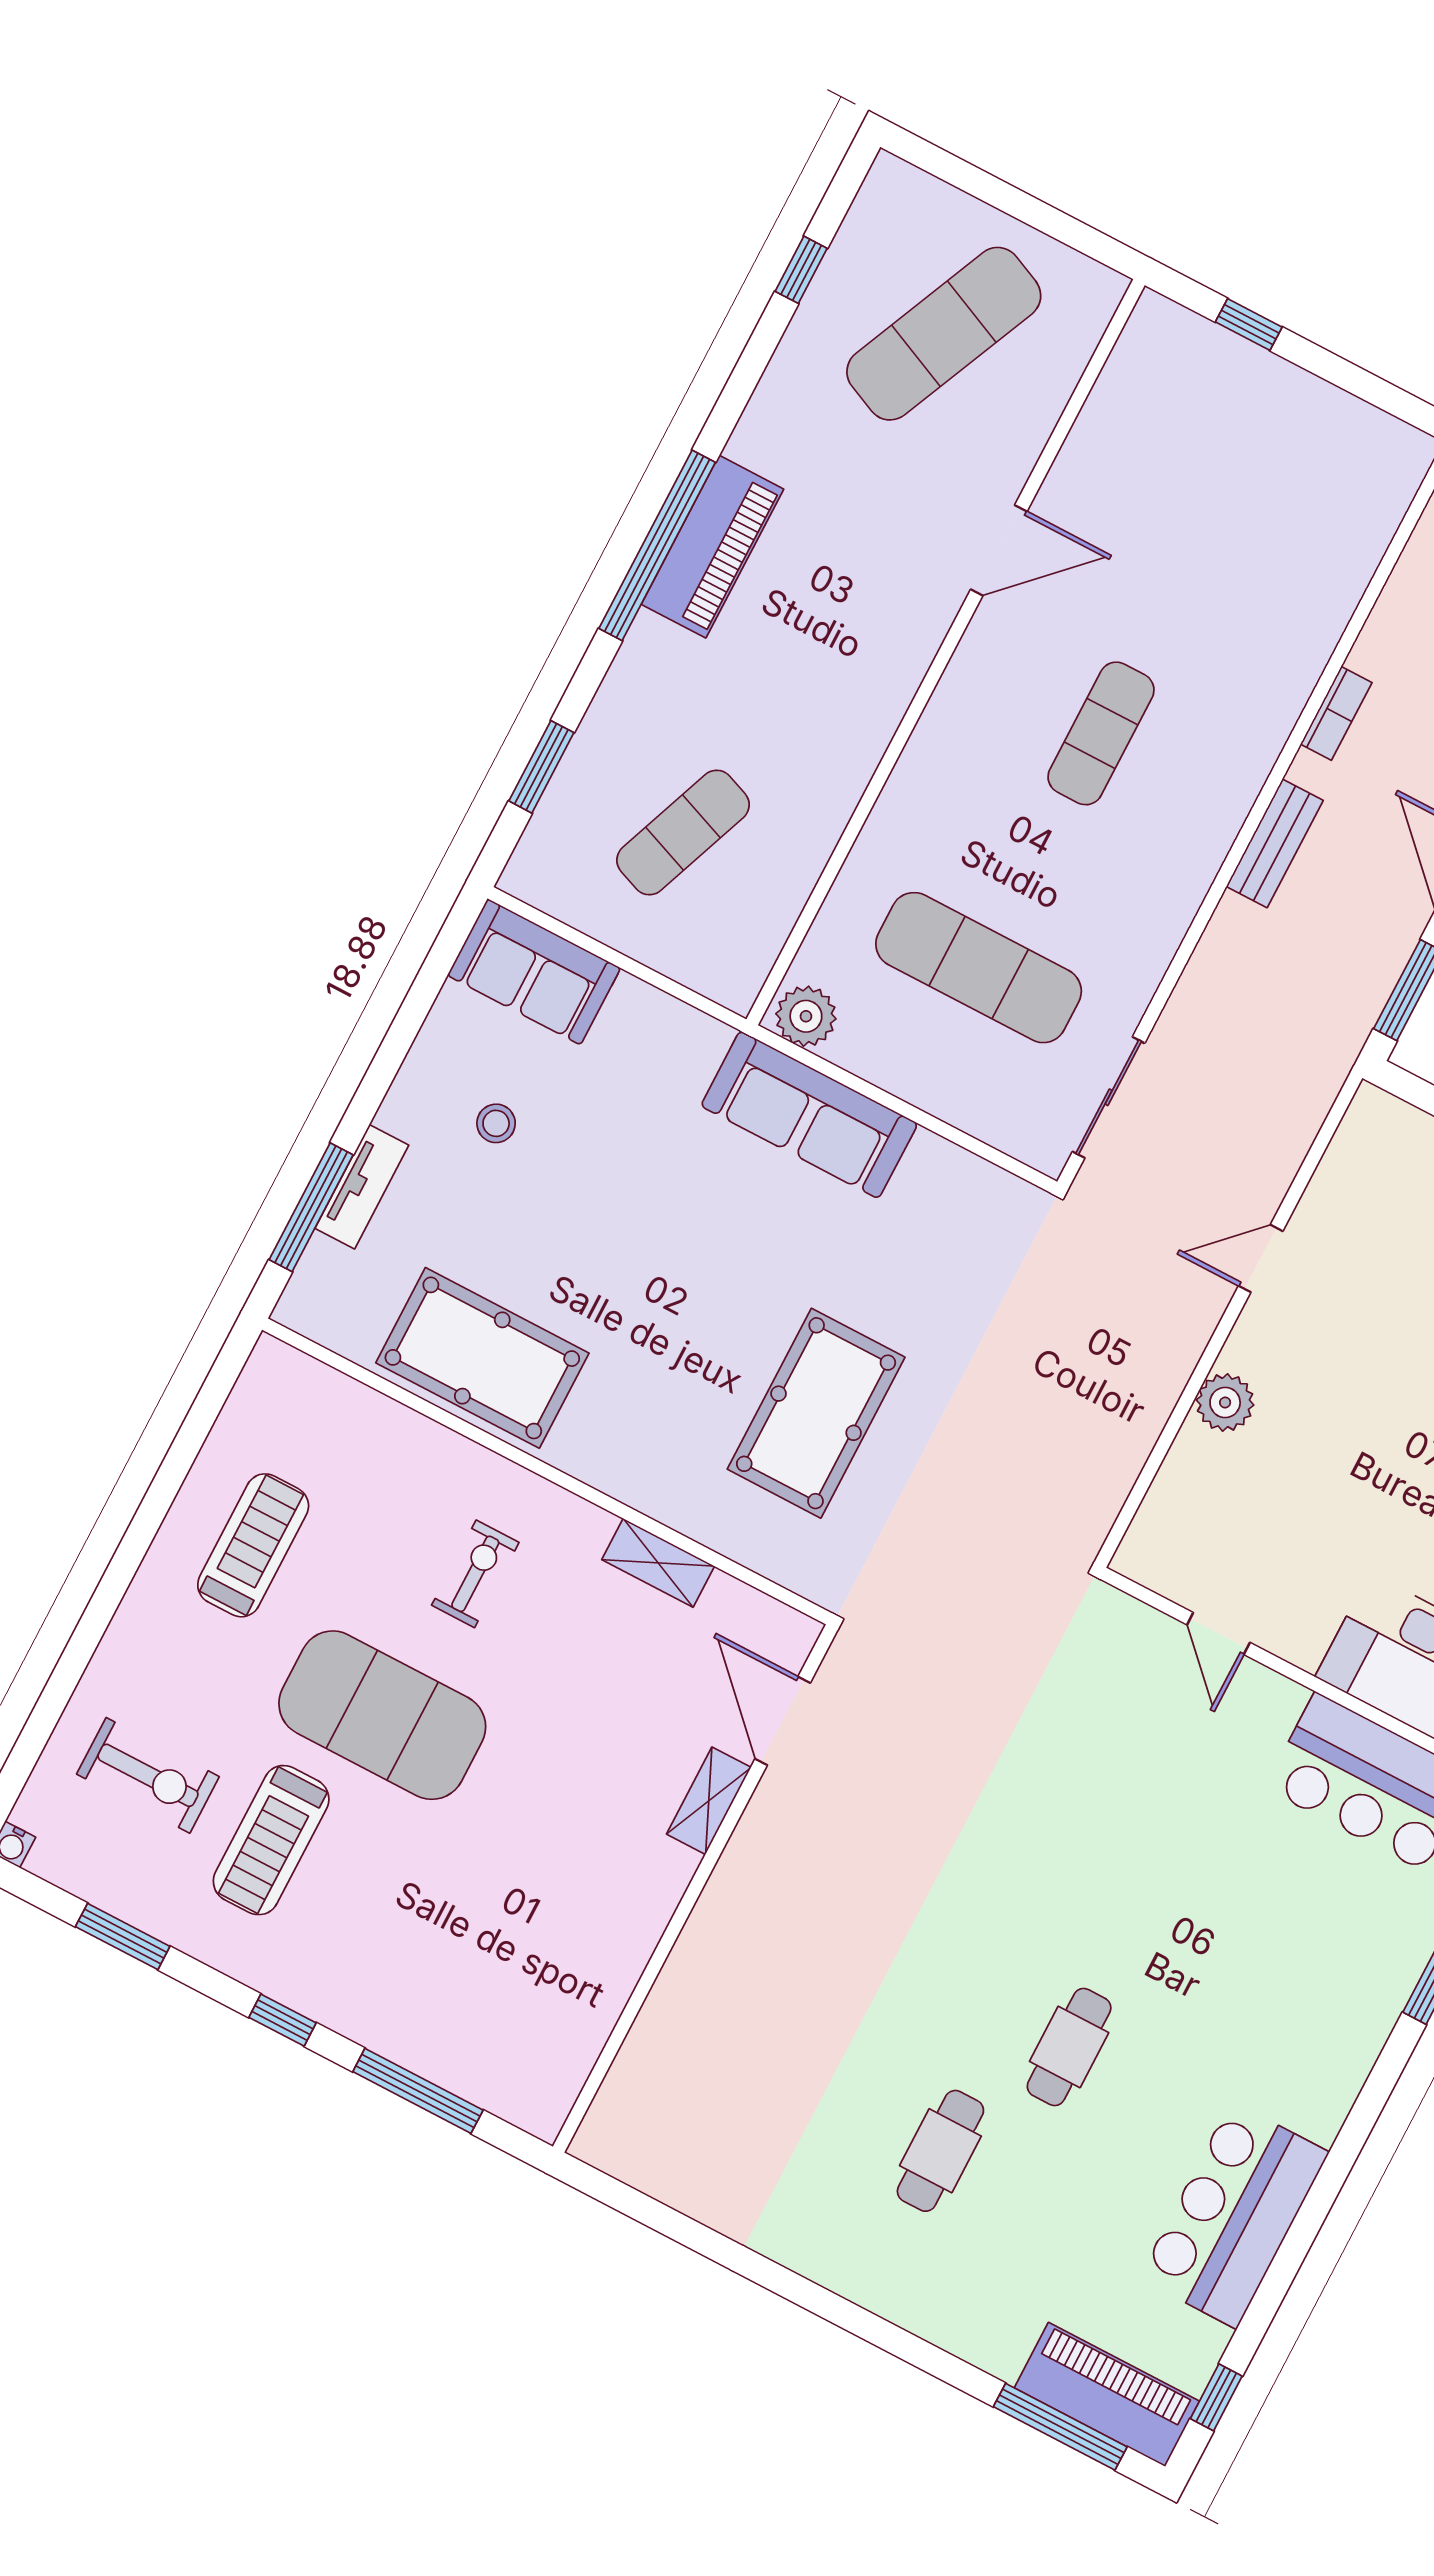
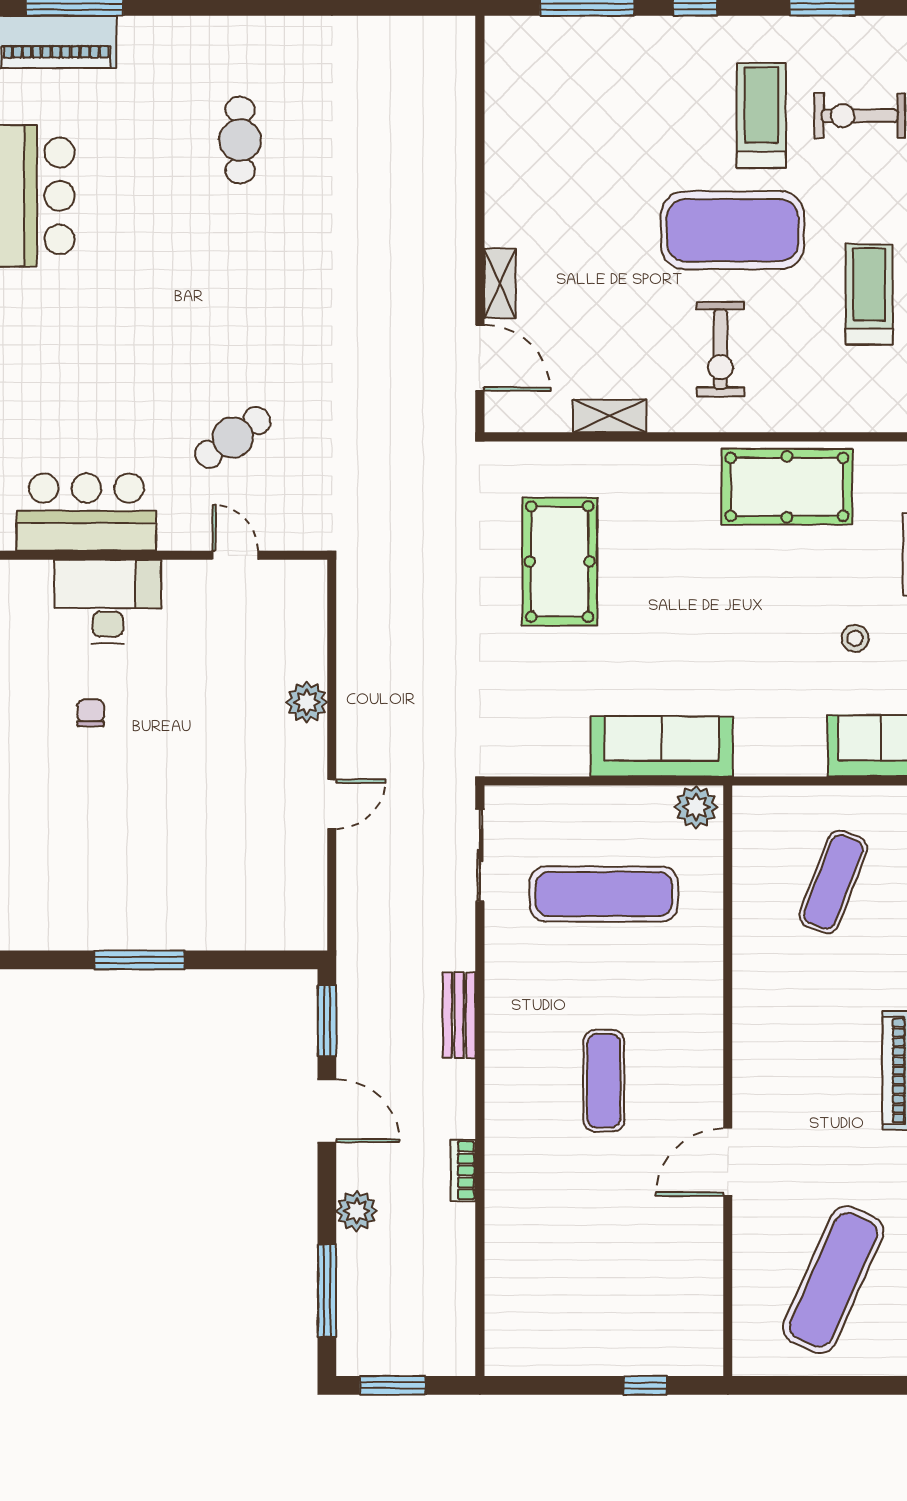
bench: (1275, 843) -> (459, 1015), moved
treadmill: (253, 1545) -> (869, 294), turned 180
exercise bike: (475, 1574) -> (721, 349), width x1.38, depth x1.39
cafe table: (1069, 2047) -> (233, 437), moved, turned 55

